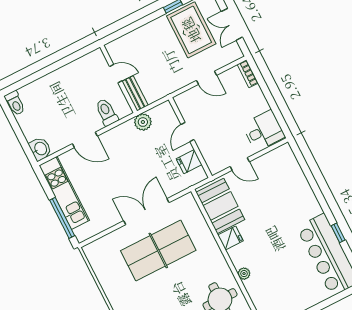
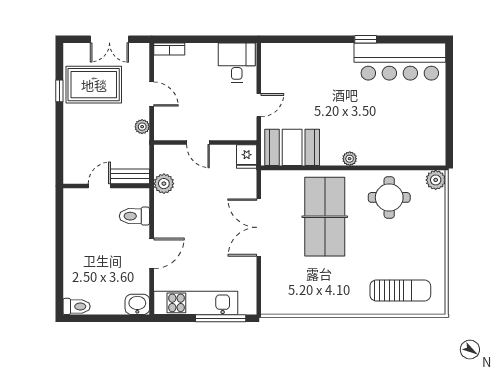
door: (207, 78) -> (152, 94), hinge flipped
plant: (178, 83) -> (142, 127), added
fridge: (189, 162) -> (247, 157), moved
window: (338, 233) -> (366, 39), moved
fridge: (230, 238) -> (331, 154), removed
table tennis table: (158, 250) -> (325, 217), moved
plant: (244, 274) -> (350, 159), moved

